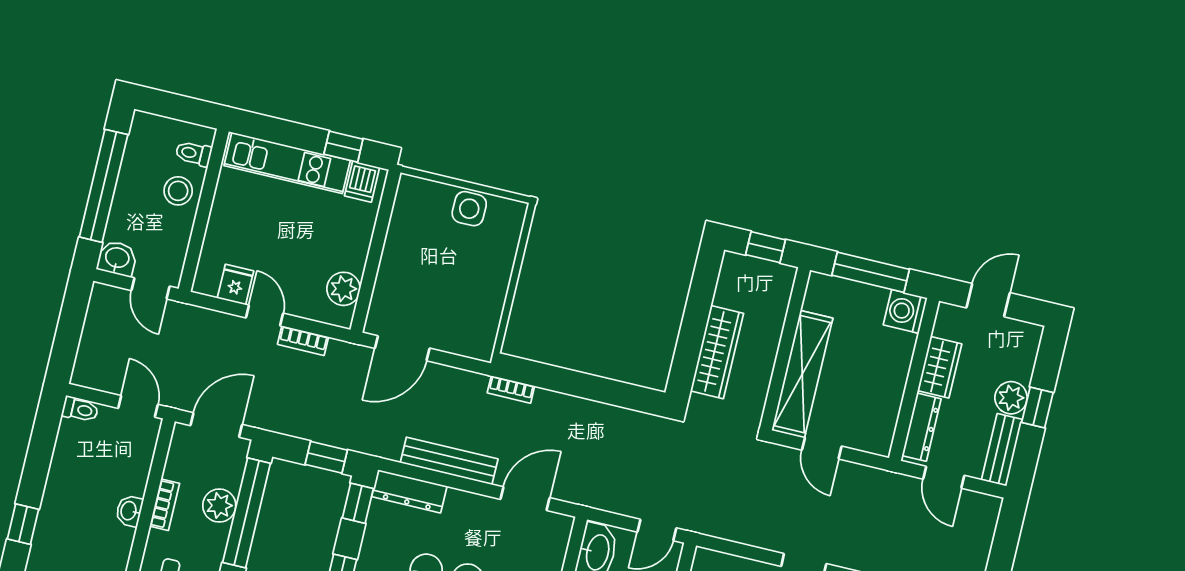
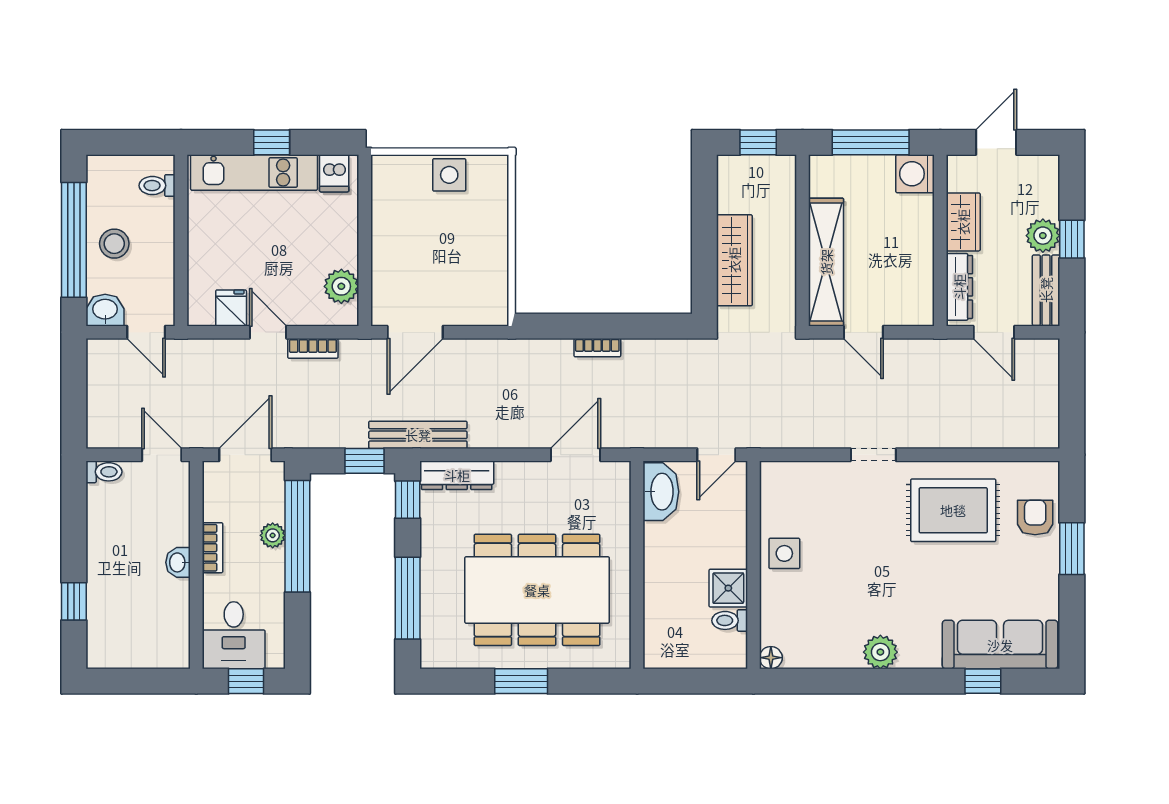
window: (343, 147) -> (272, 142), moved
stool: (178, 191) -> (114, 244), moved
bookcase: (511, 389) -> (597, 348), moved
bench: (449, 461) -> (418, 435), moved
plant: (219, 506) -> (273, 535), width x0.73, depth x0.73

